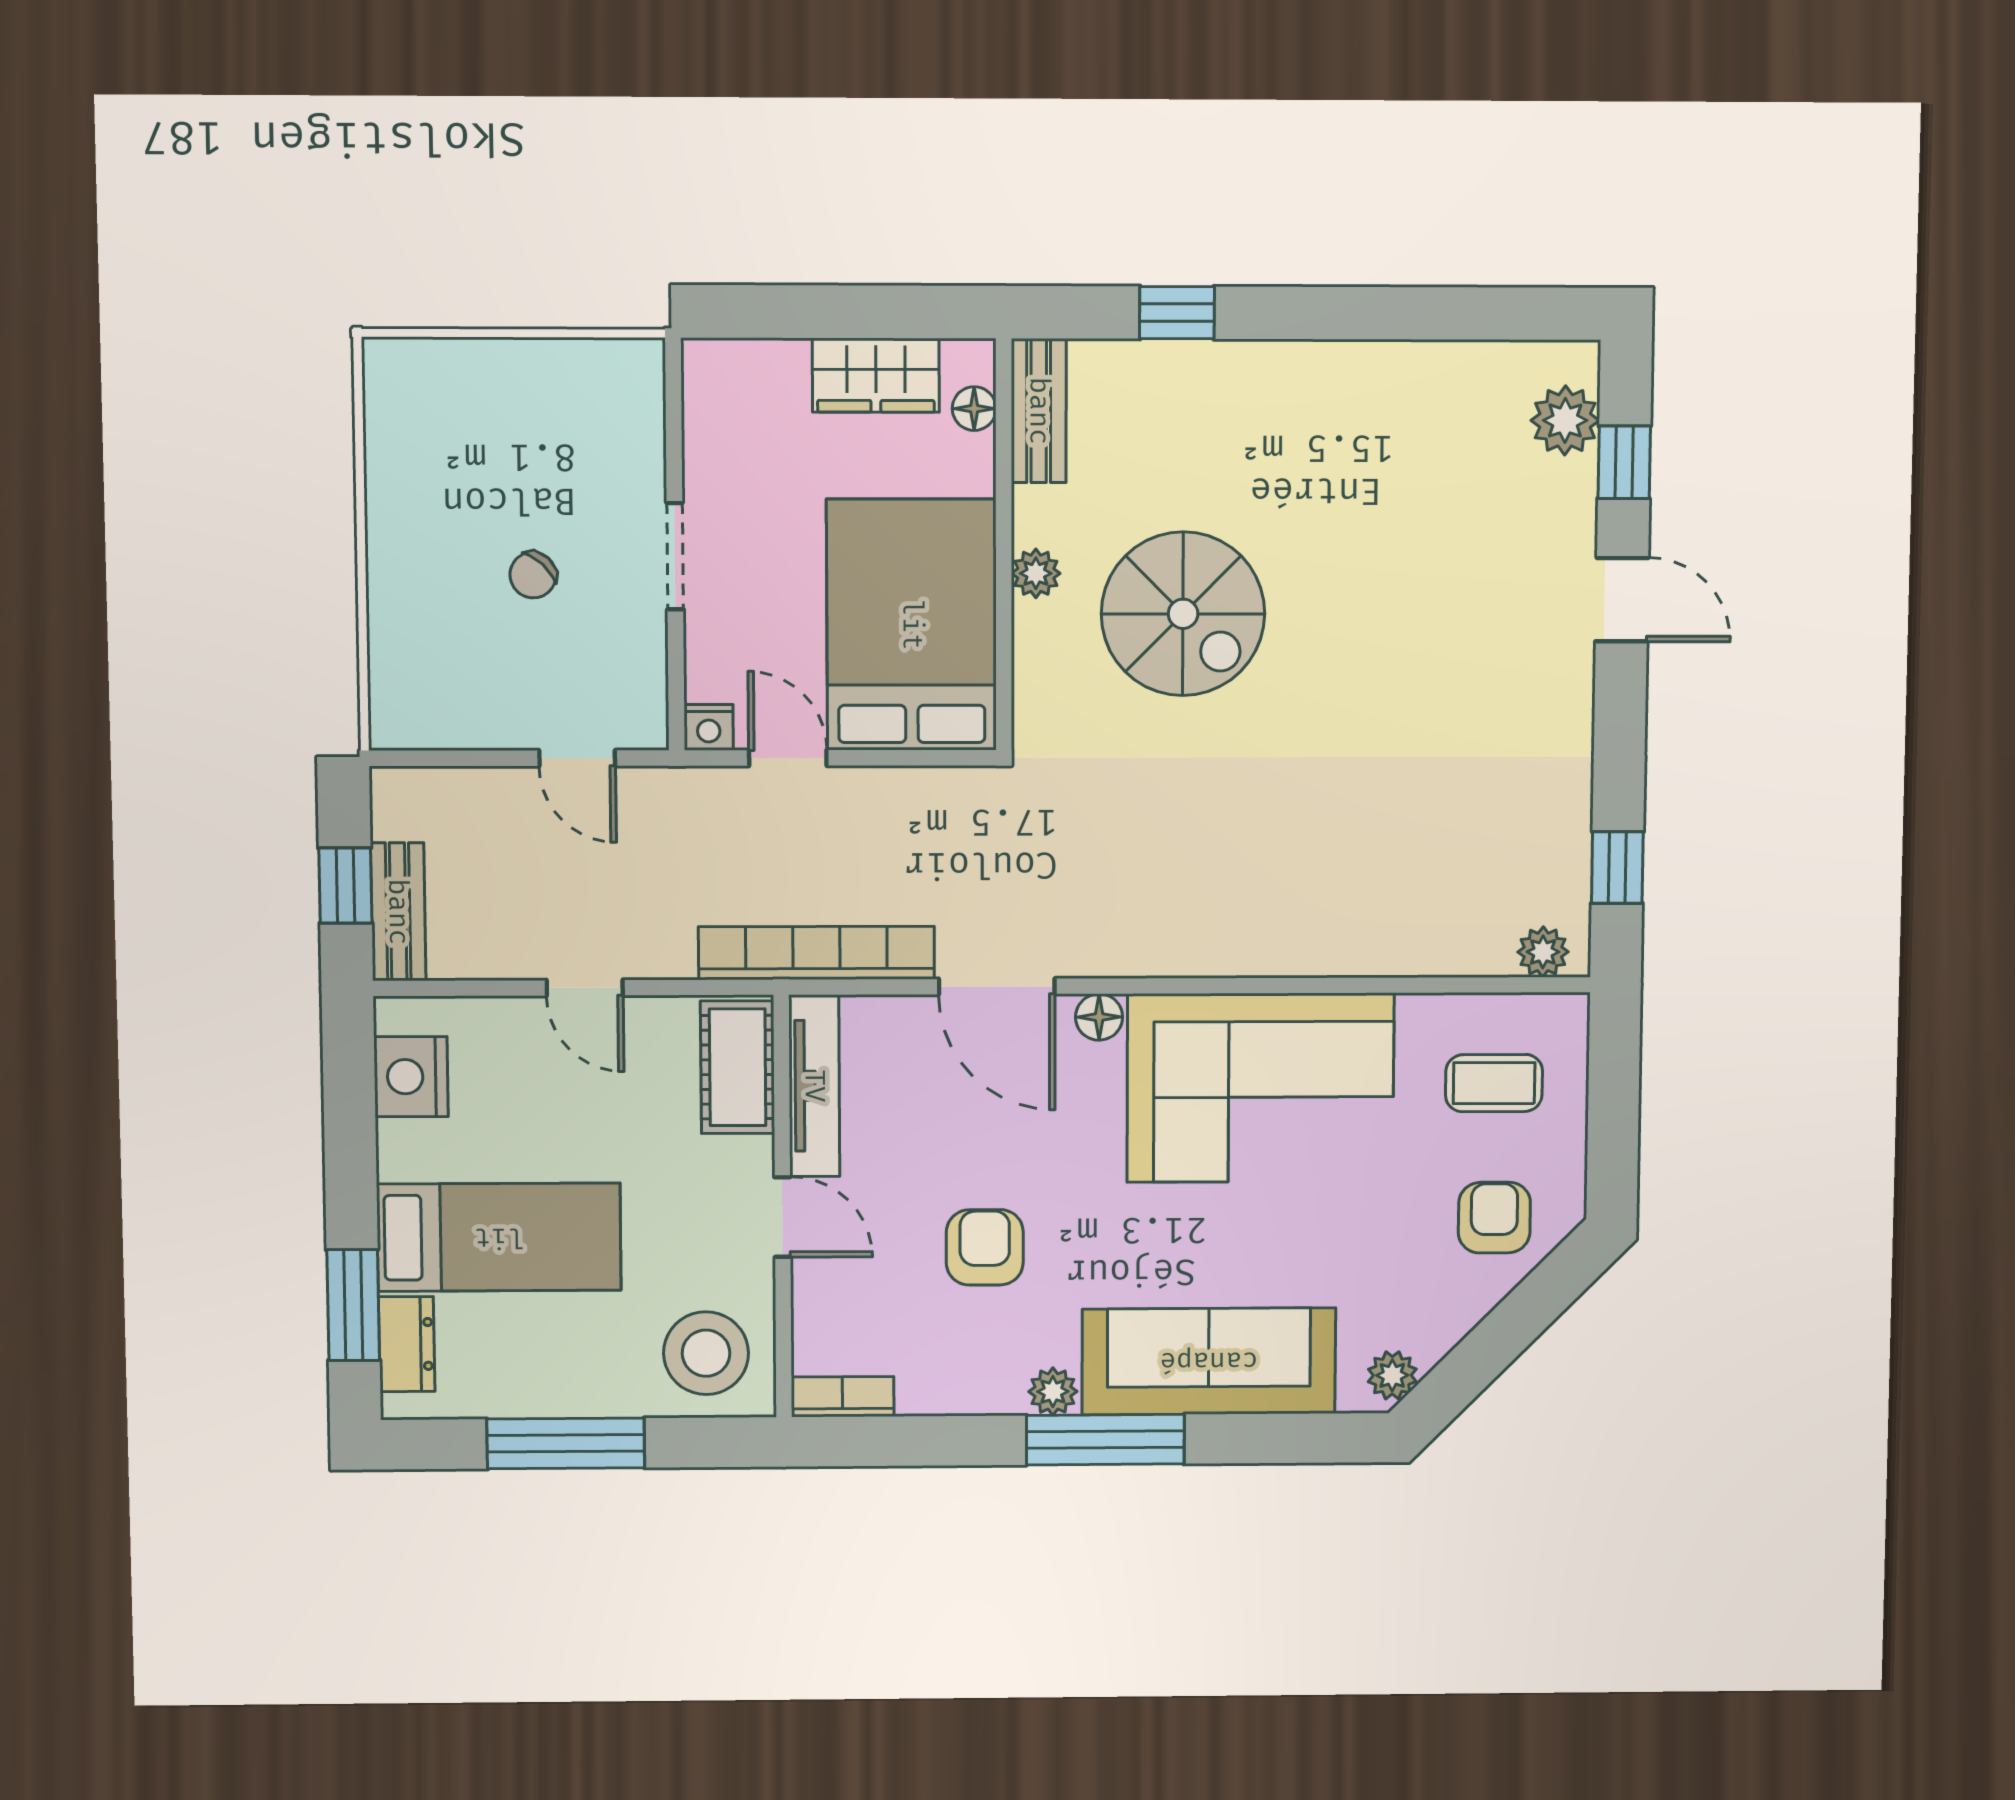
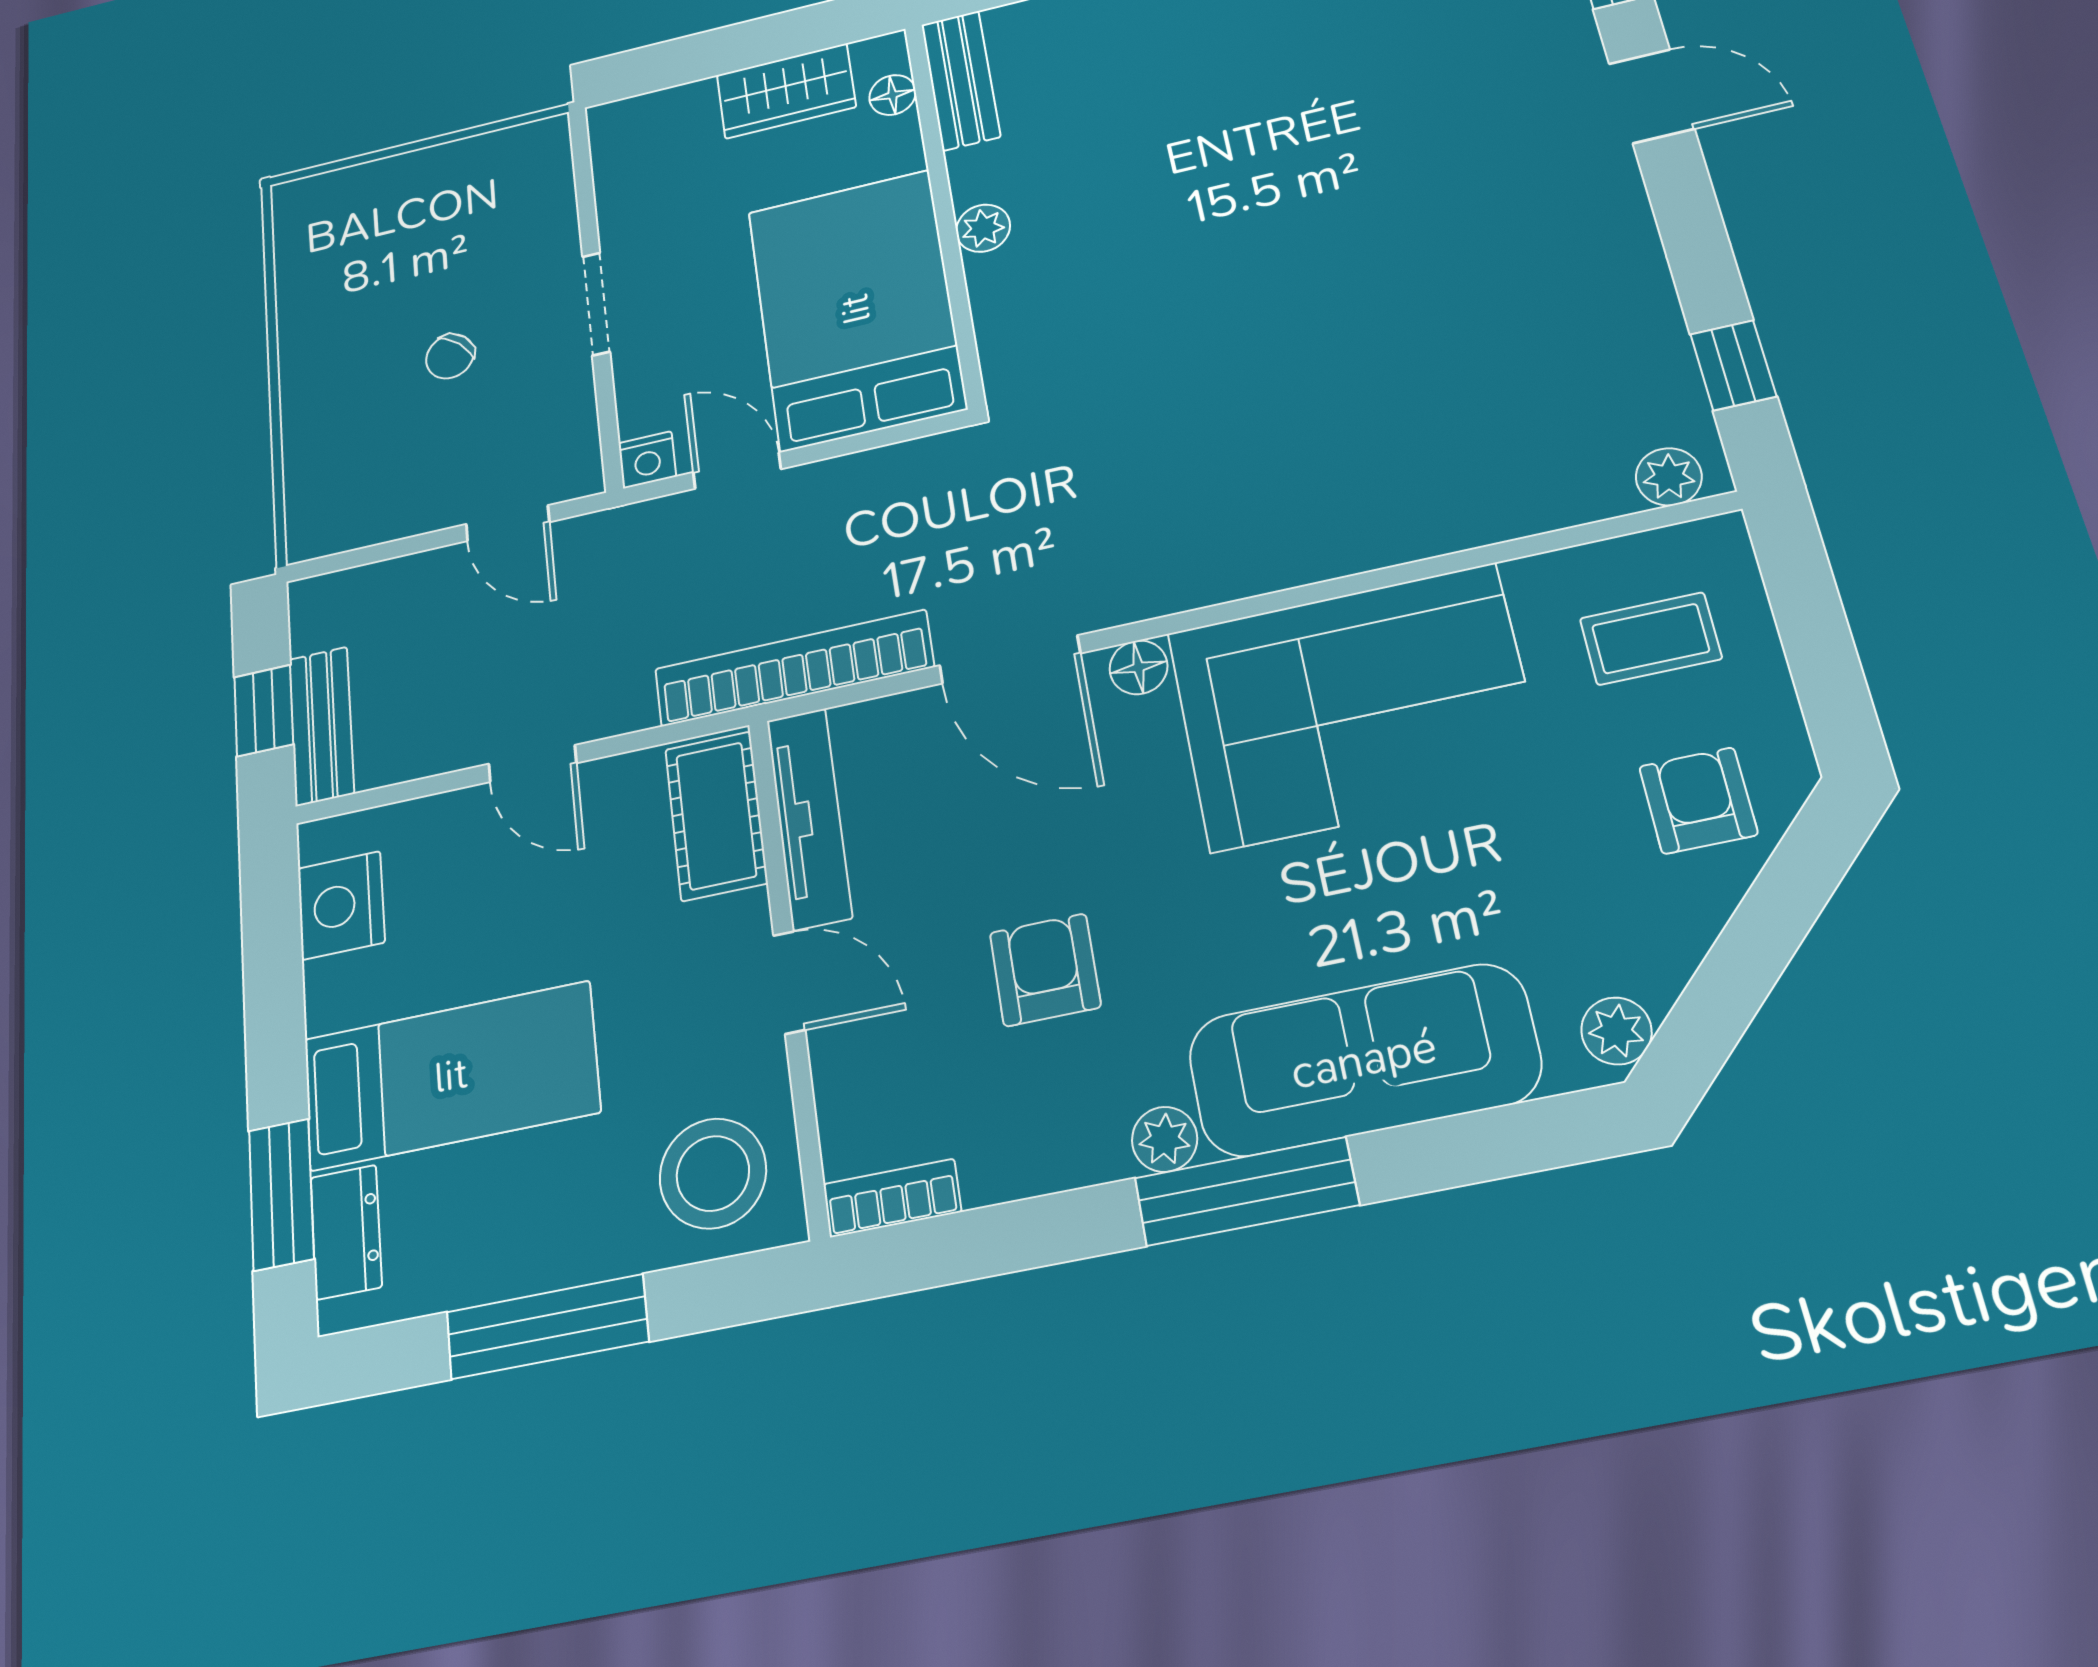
spiral stairs: (1183, 614) -> (1153, 228), removed

